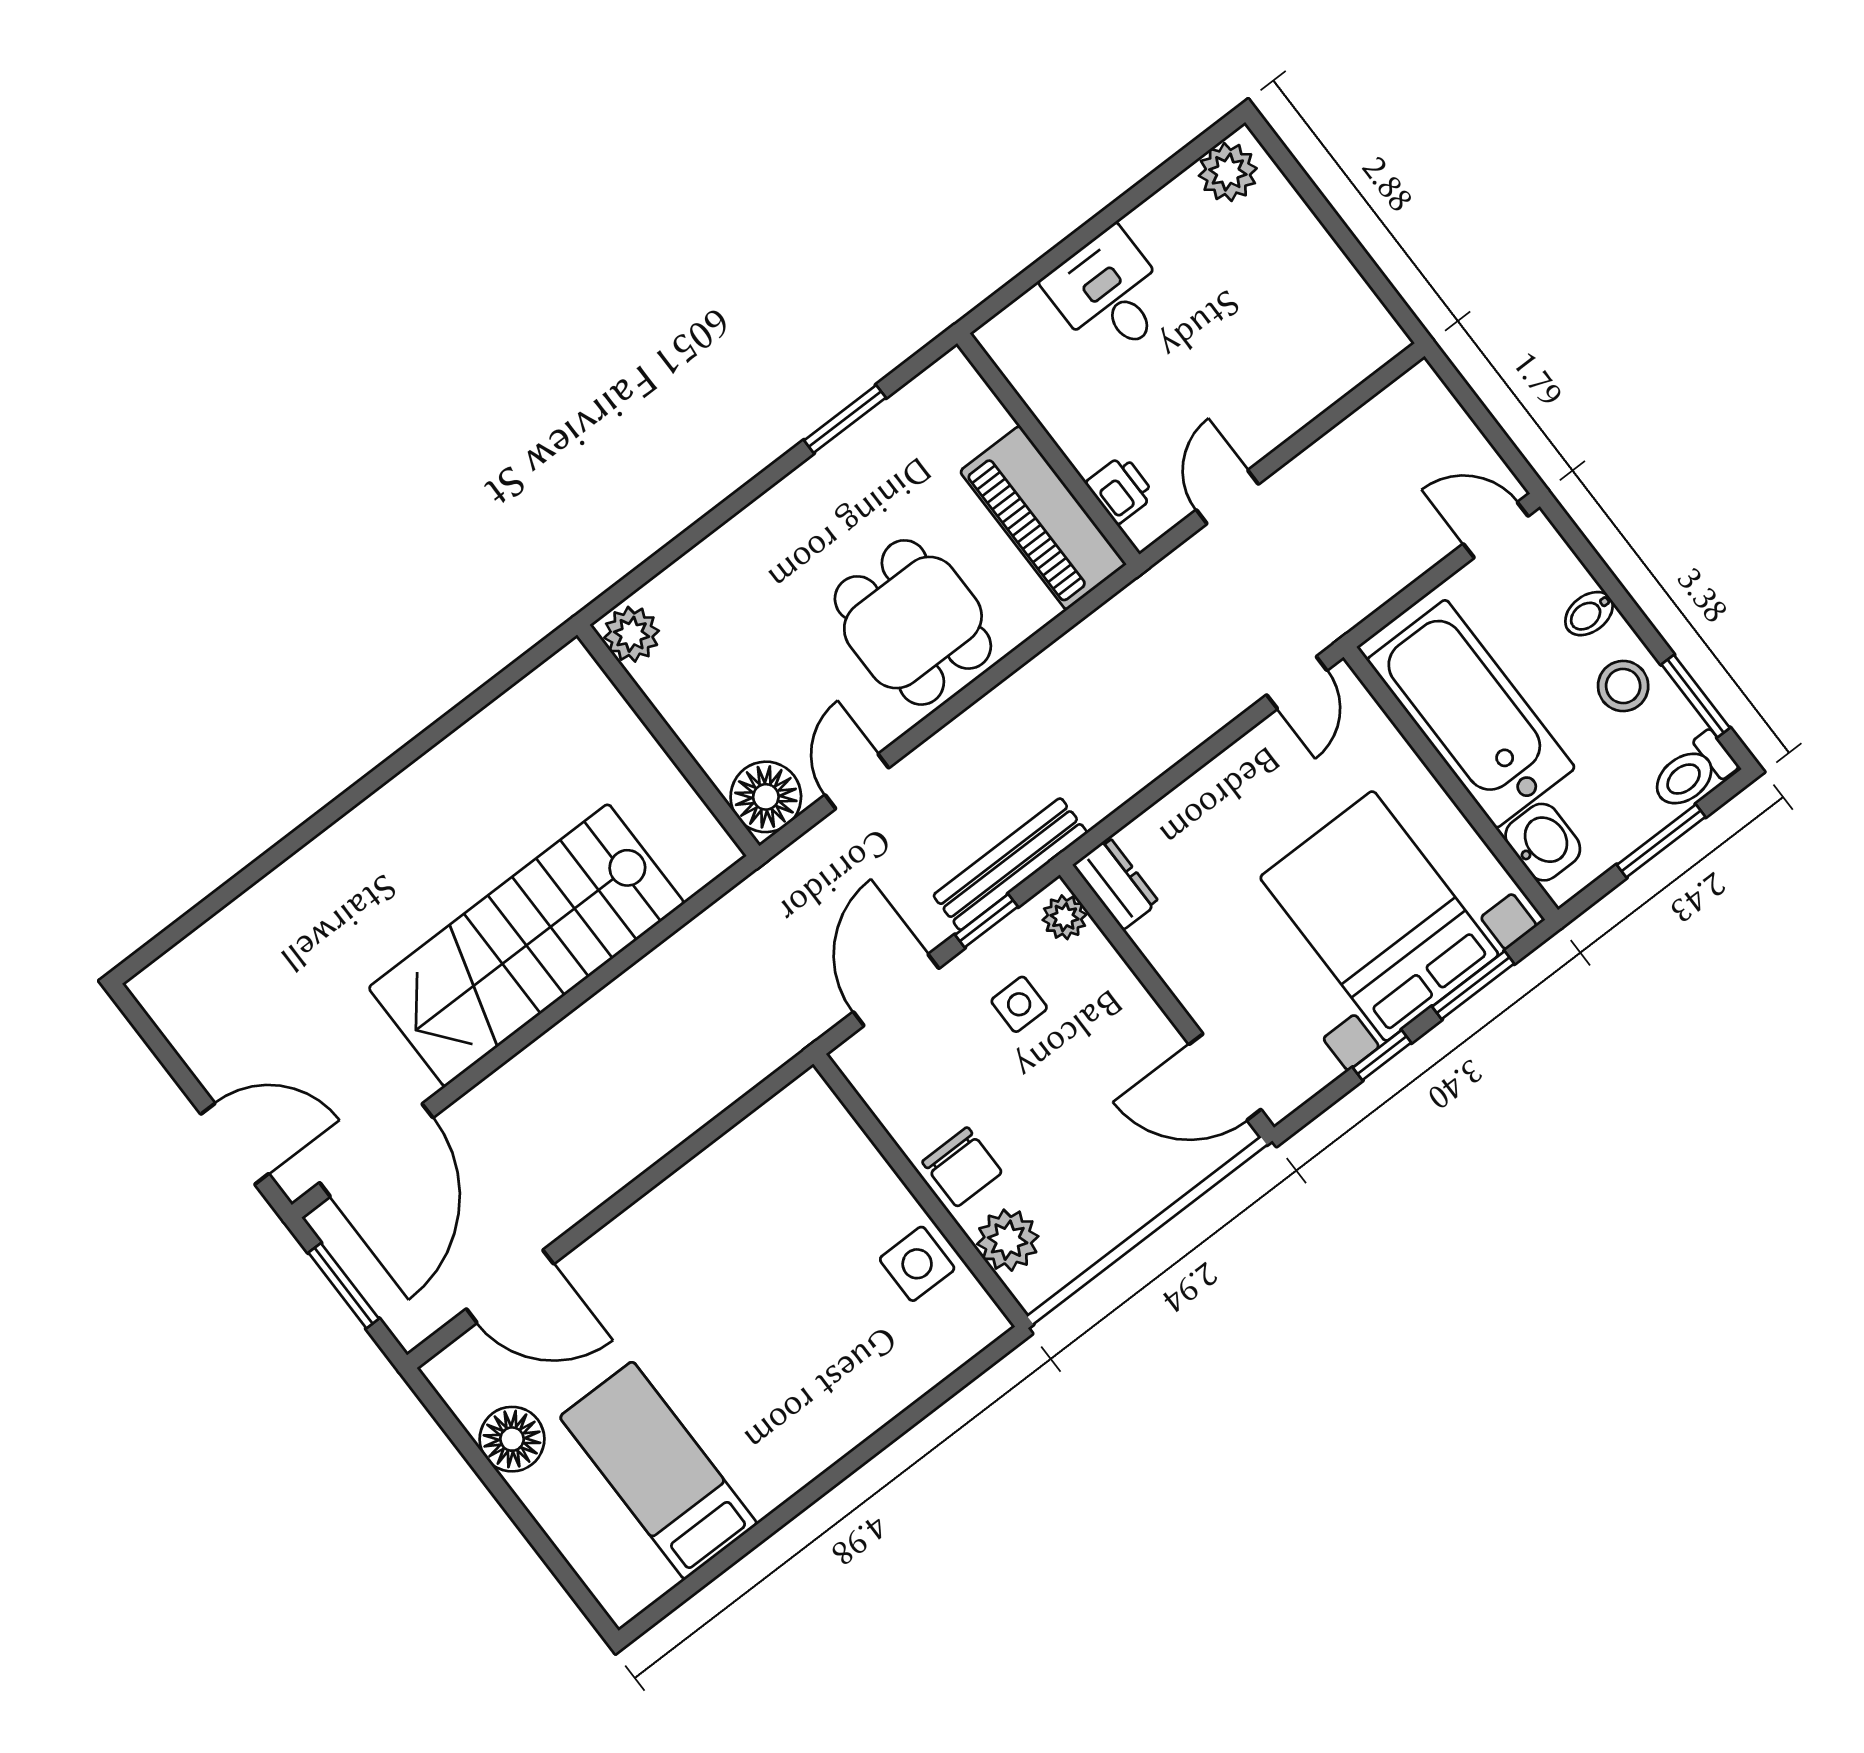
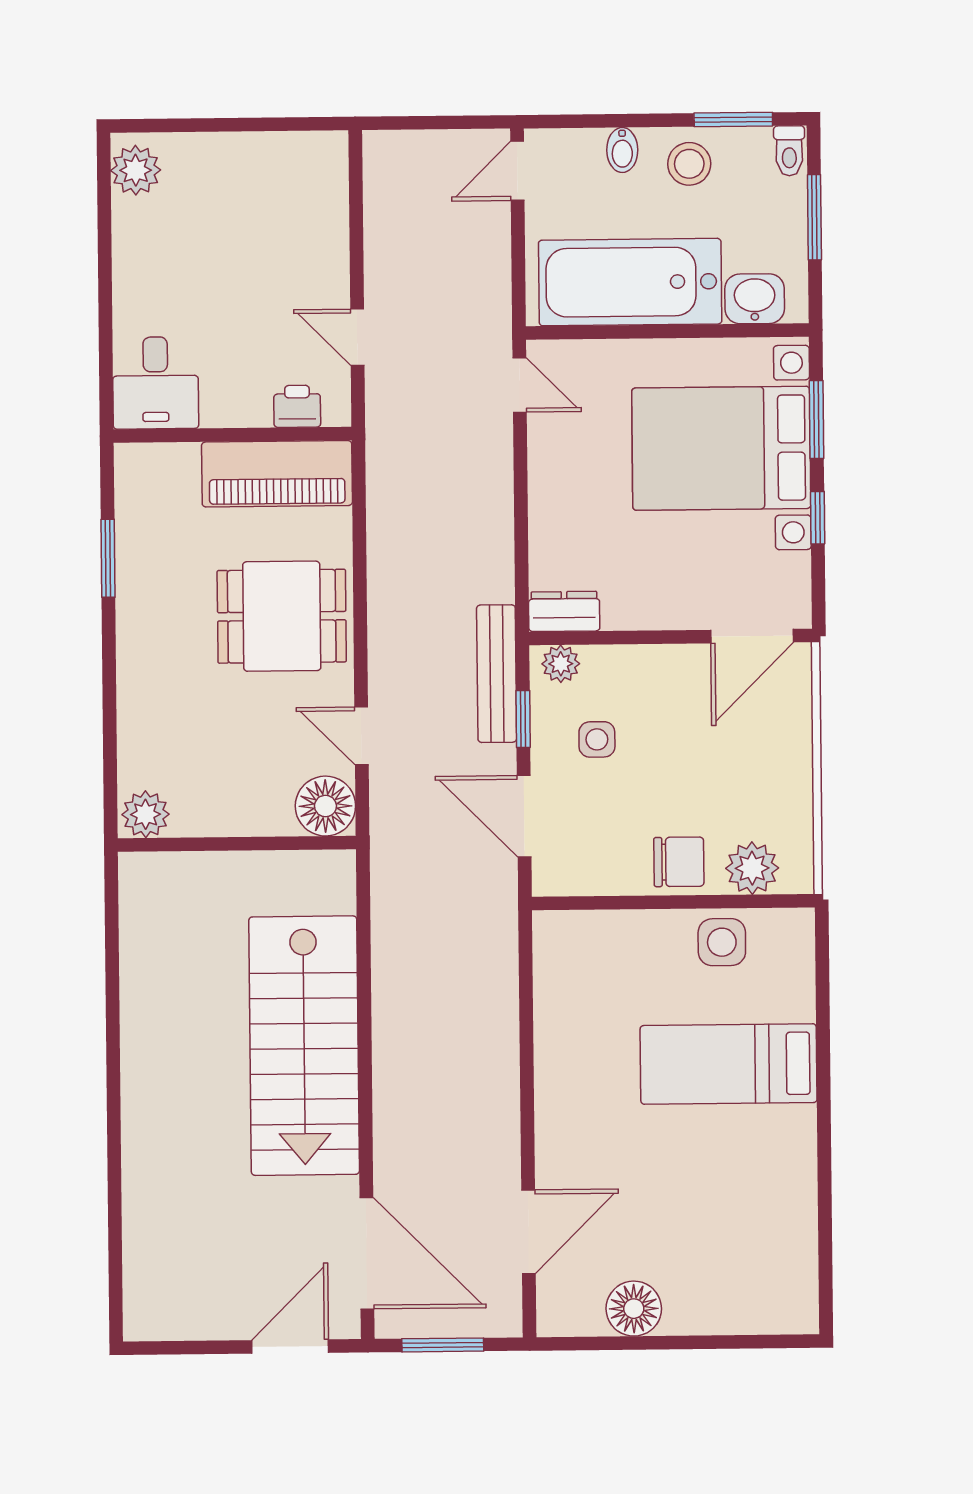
desk: (1109, 294) -> (156, 383), moved, turned -90
toilet: (1693, 772) -> (789, 151), width x0.73, depth x0.72
bed: (658, 1470) -> (729, 1064), moved

